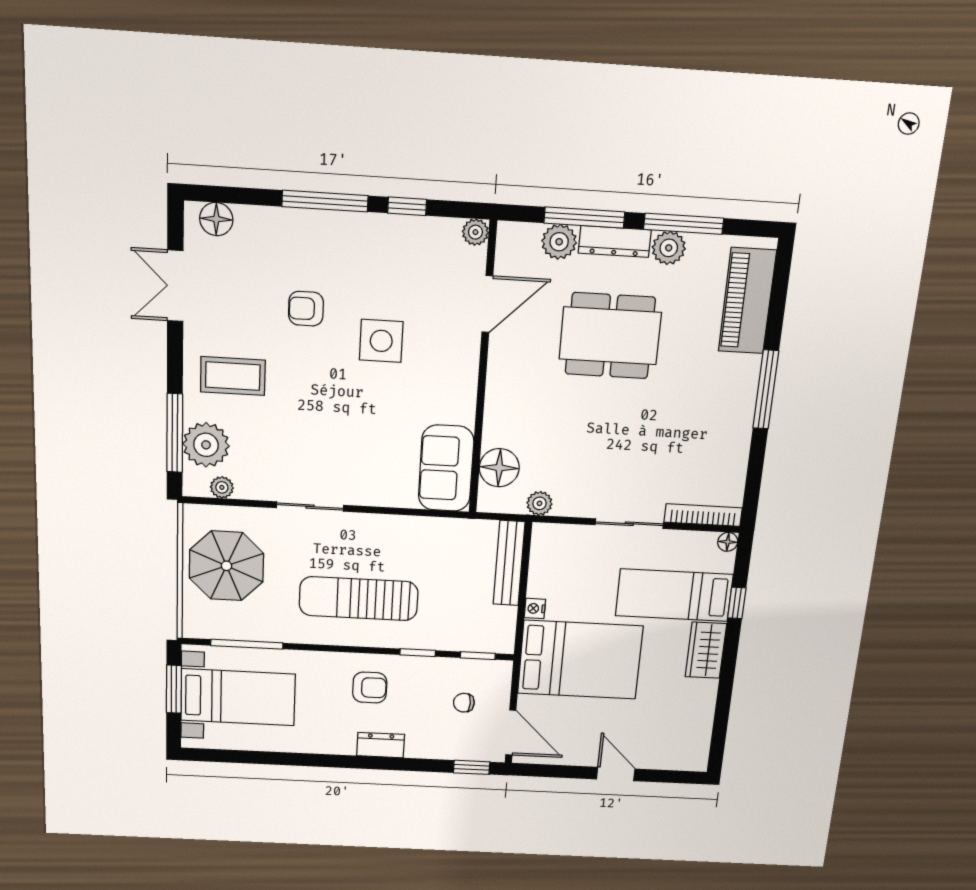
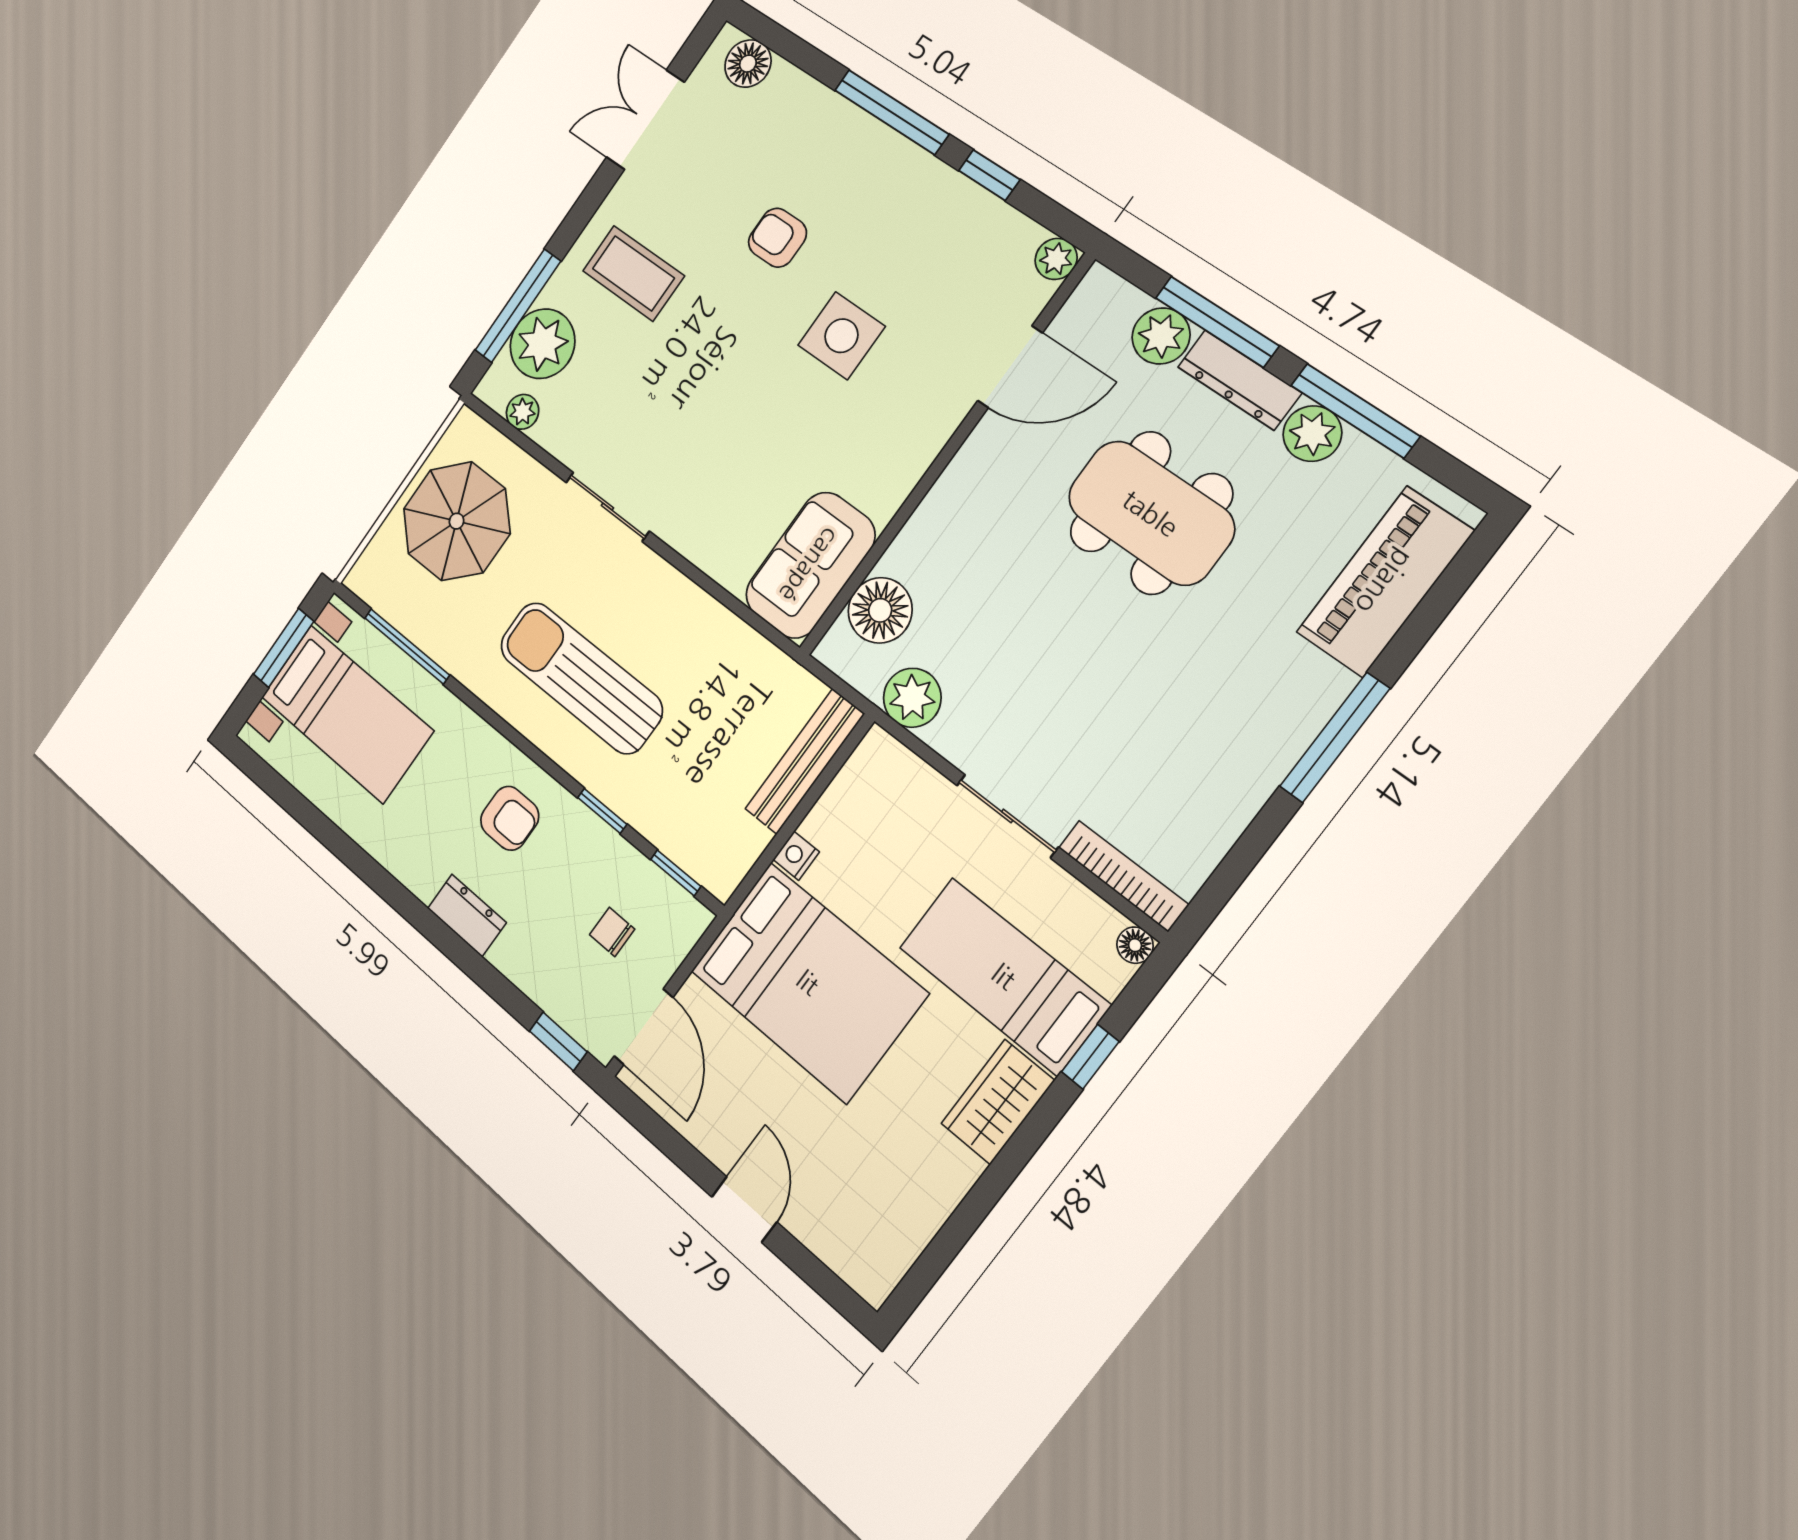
plant: (539, 503) -> (912, 698), width x1.38, depth x1.38

